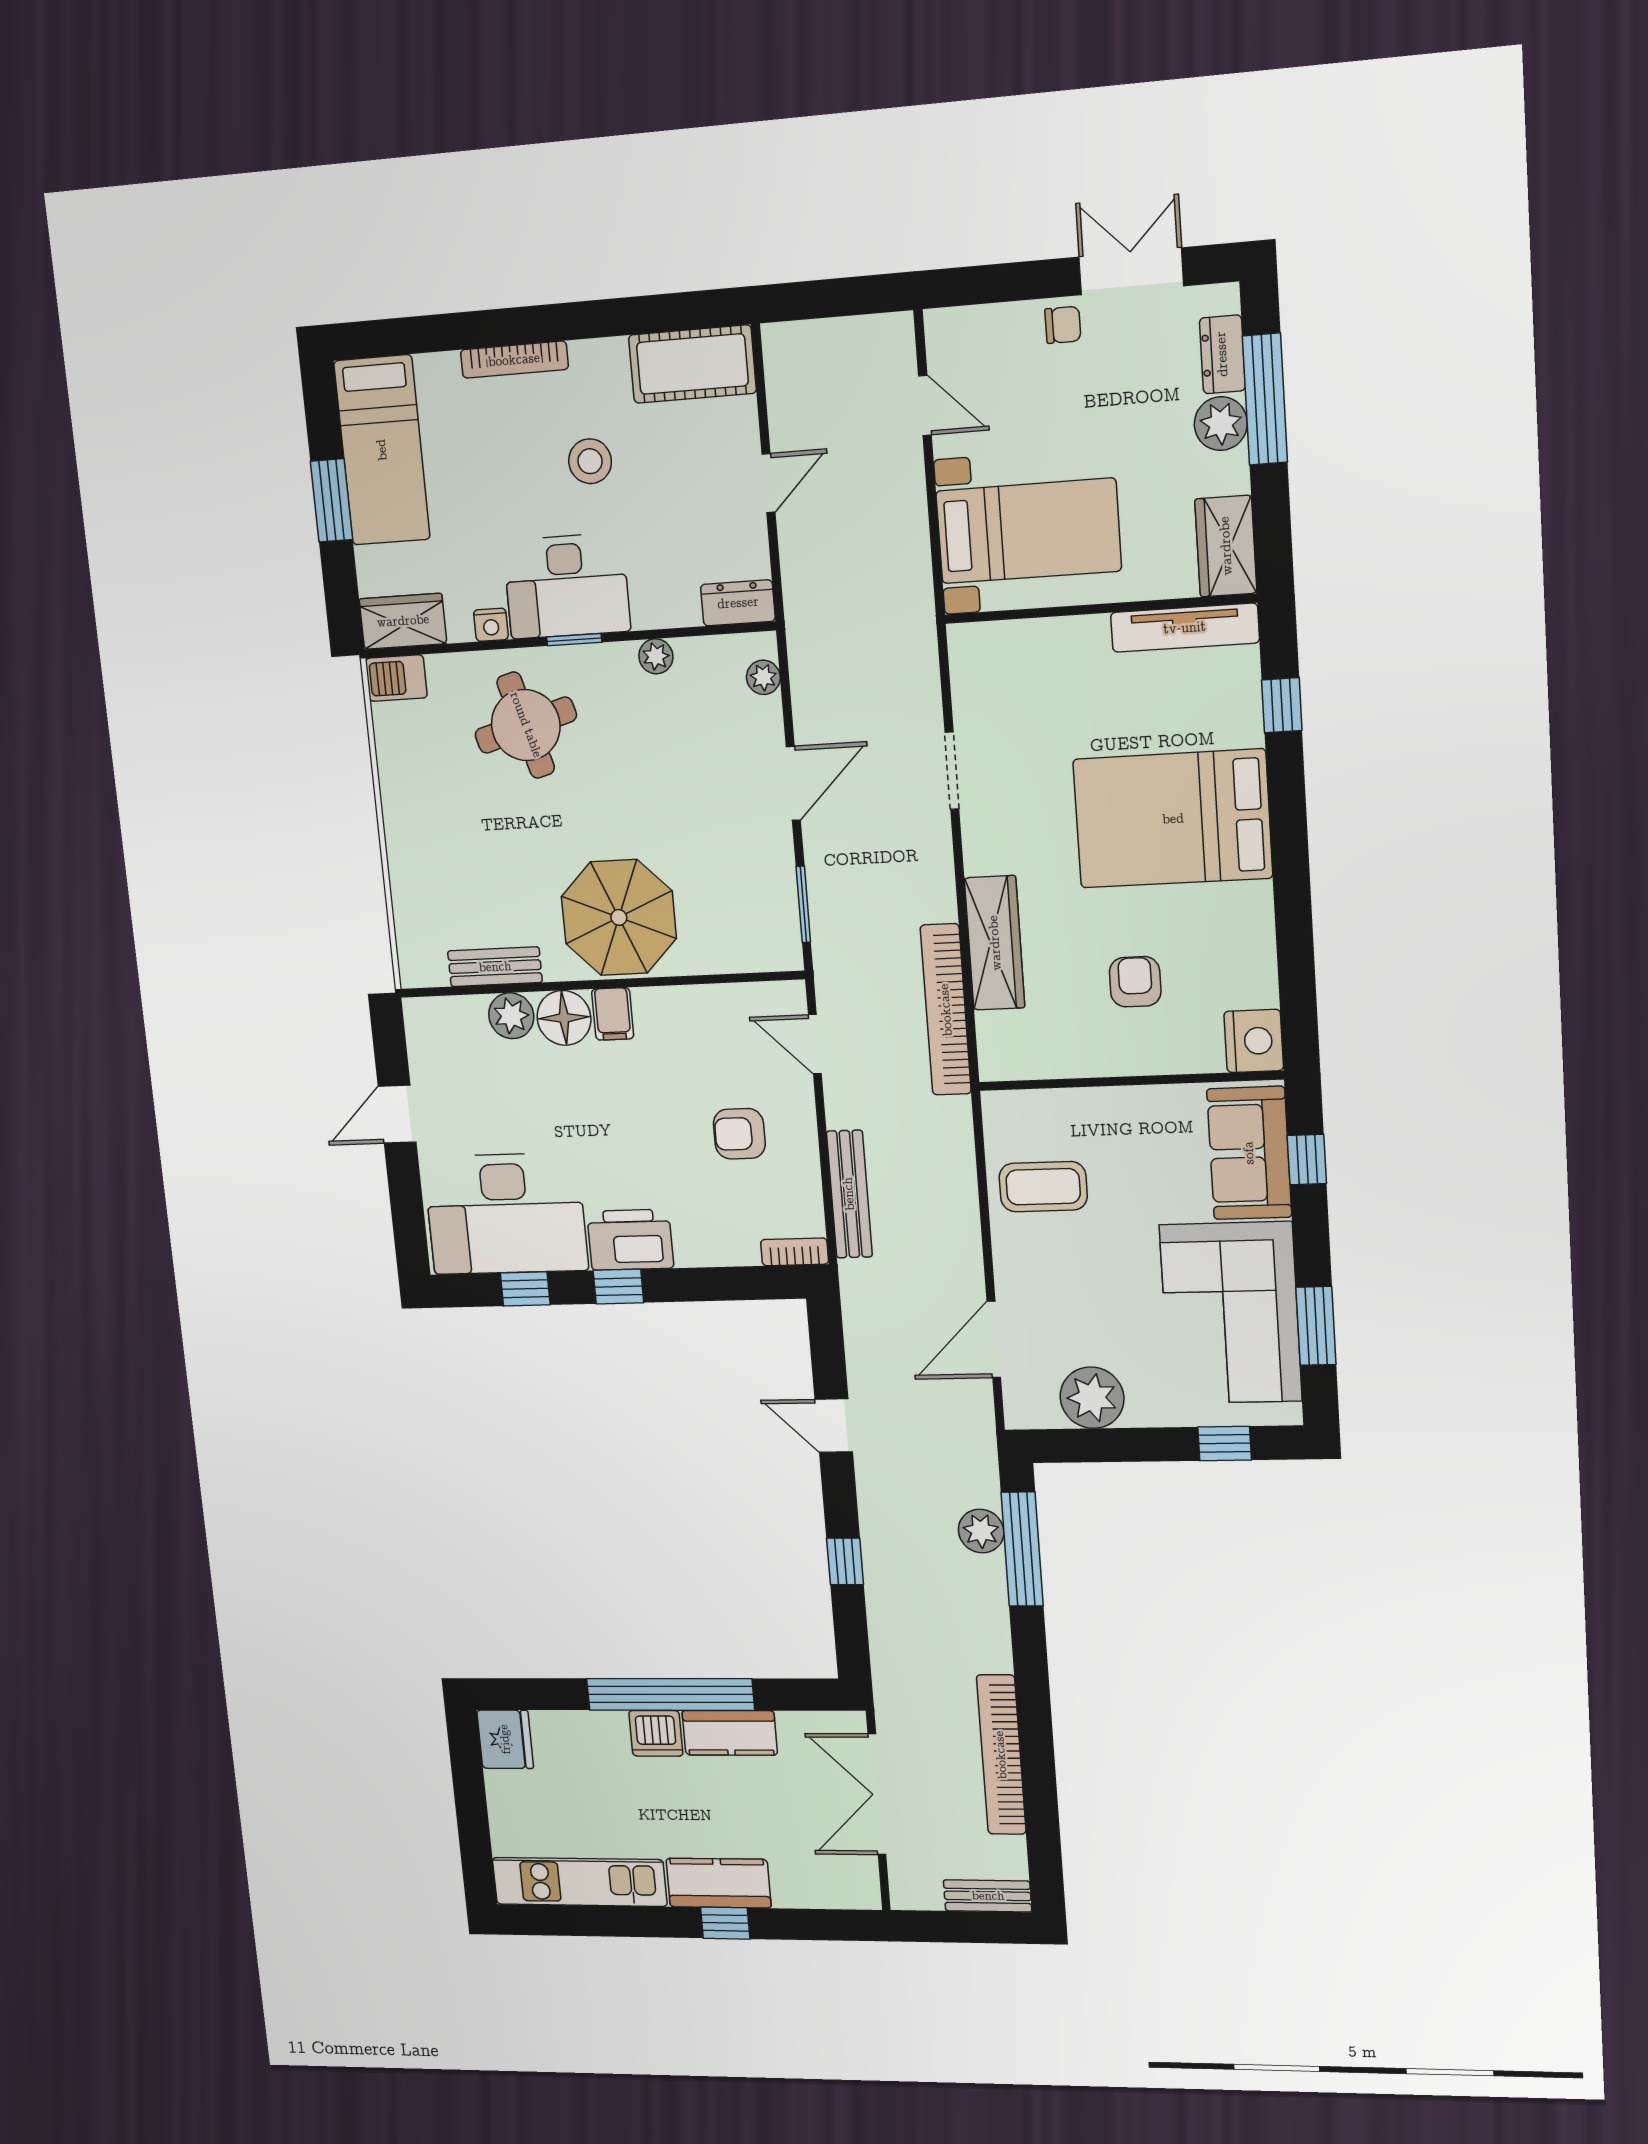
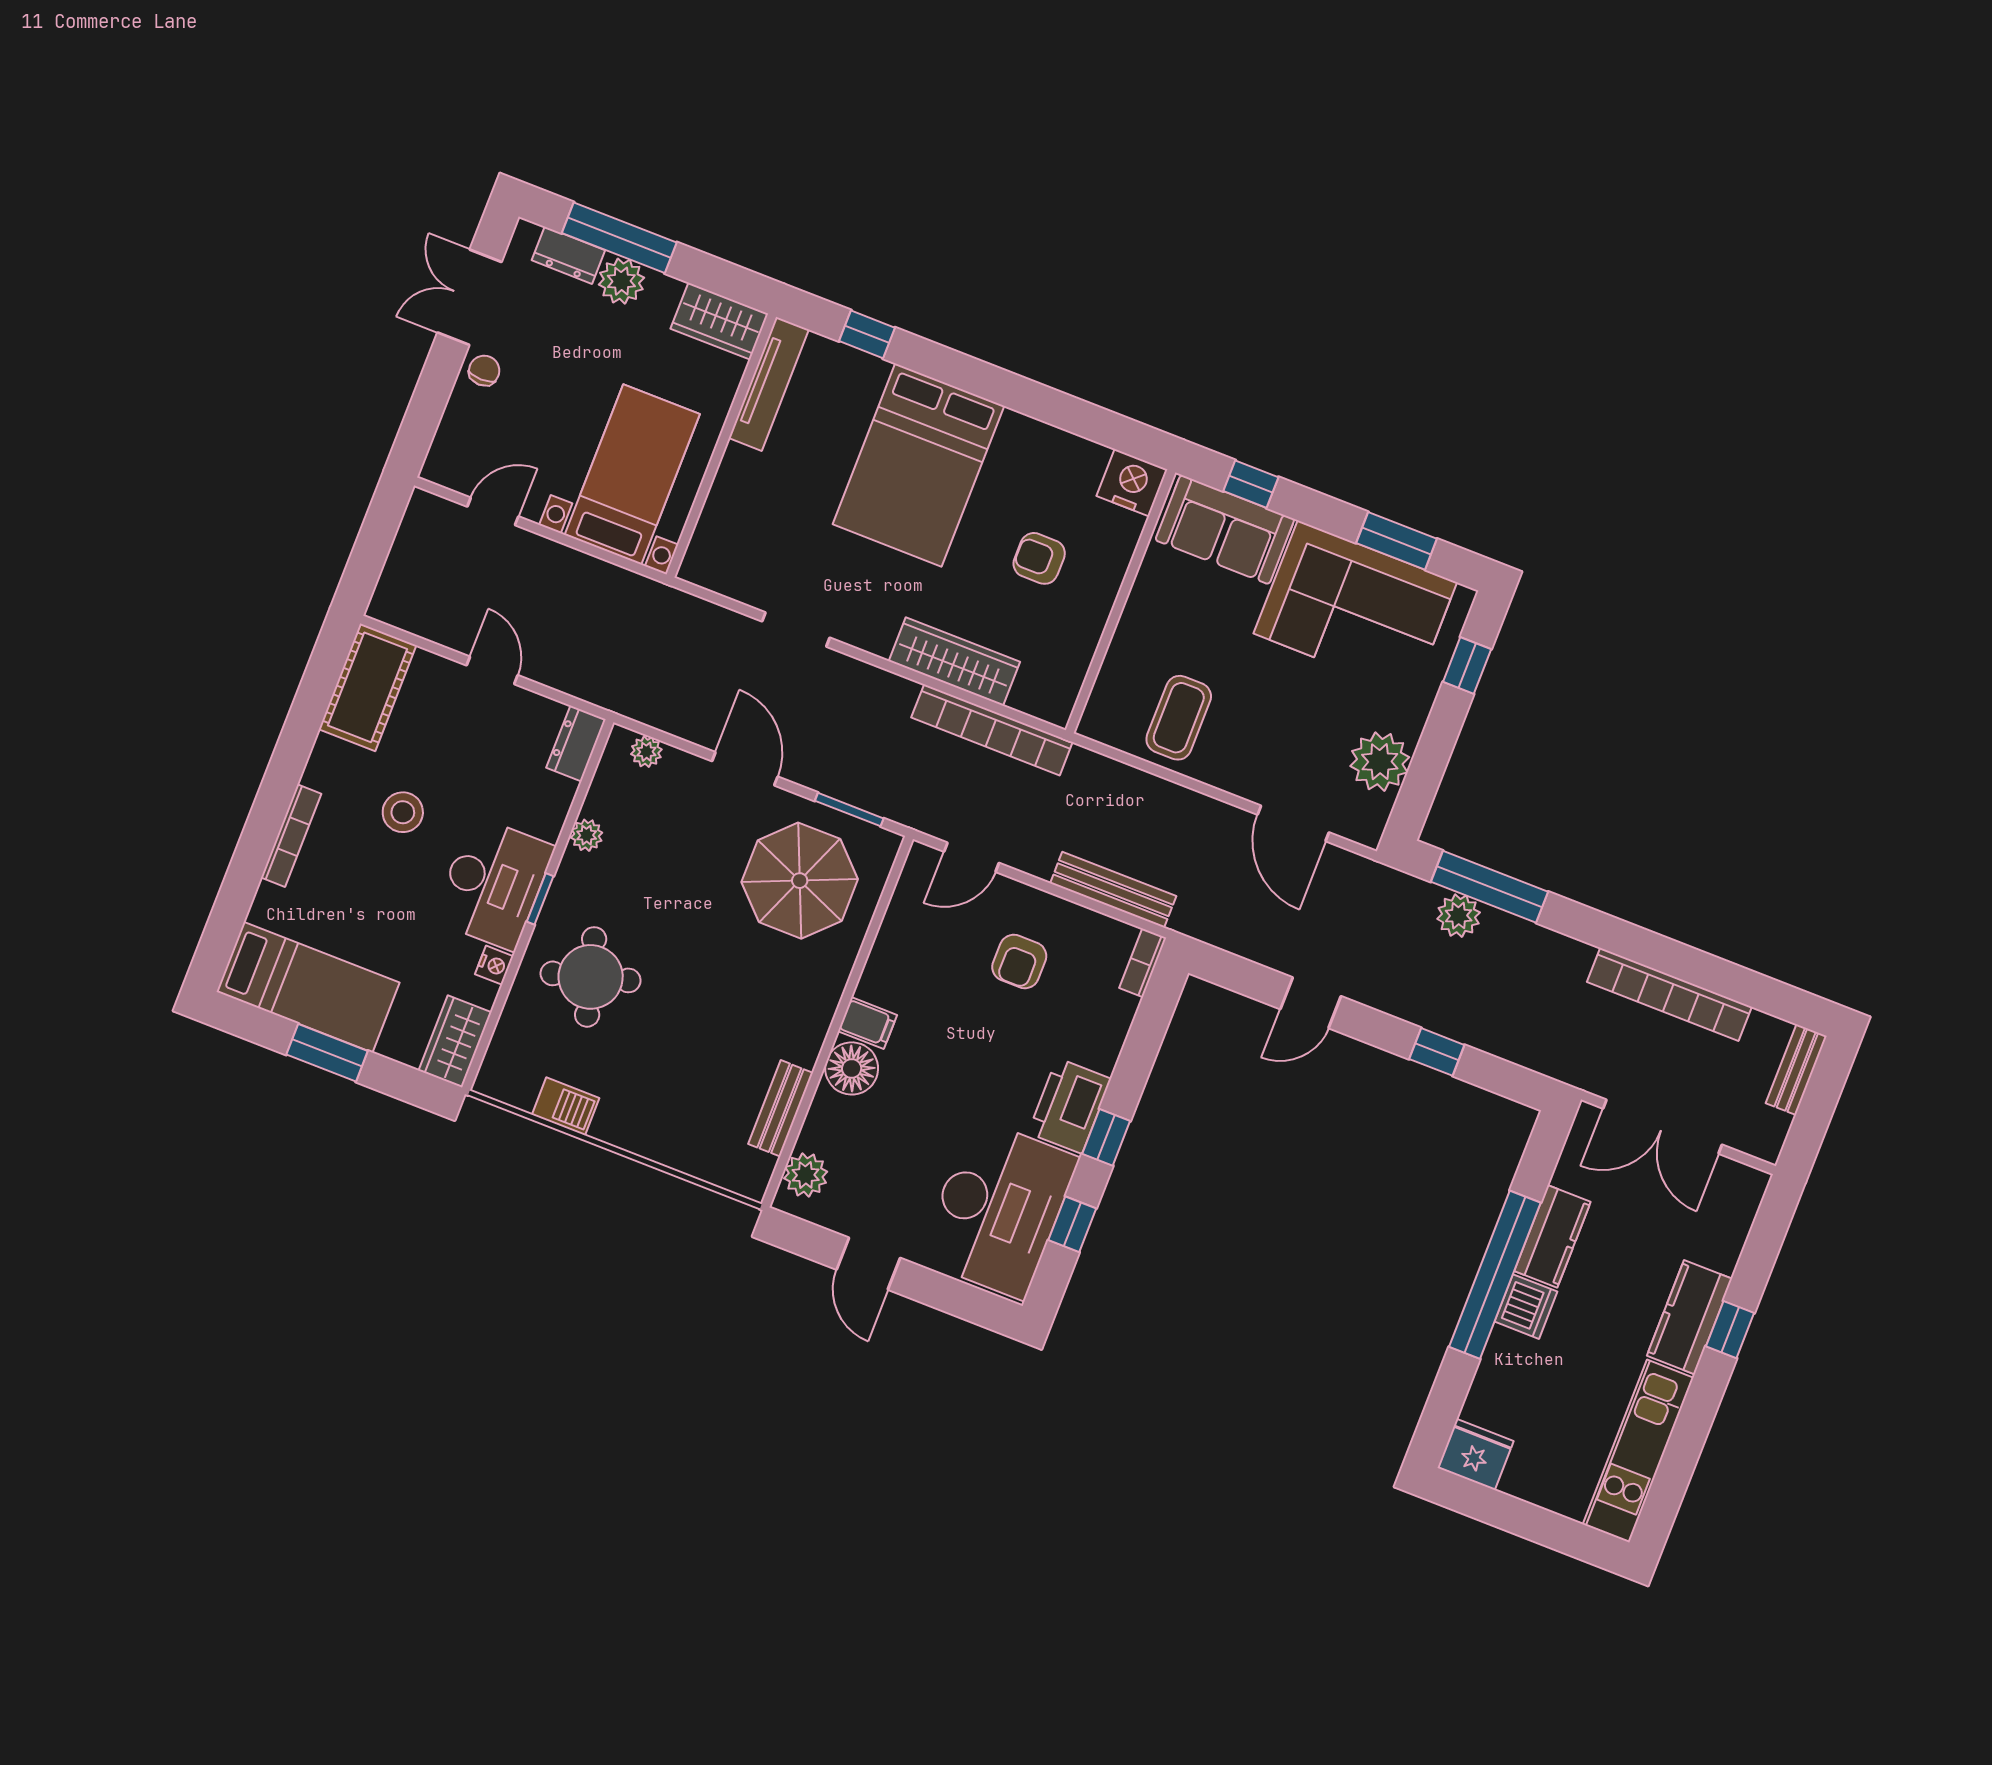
barbecue: (396, 678) -> (566, 1106), moved, turned -90
parasol: (619, 917) -> (800, 881), moved
plant: (511, 1016) -> (806, 1175), moved

